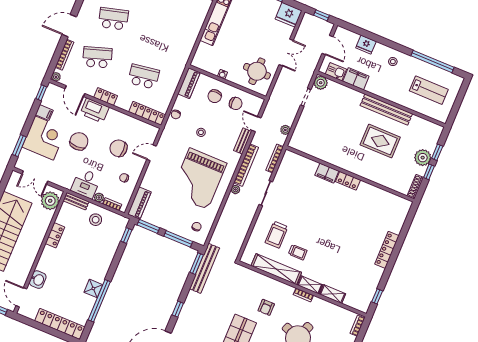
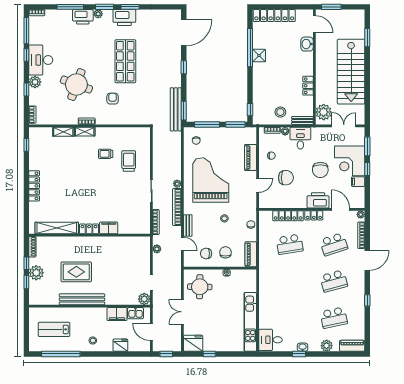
window: (41, 93) -> (367, 169), moved
locker: (147, 113) -> (288, 216), moved
piano: (139, 203) -> (250, 157), moved
shelving: (276, 269) -> (57, 228), moved

